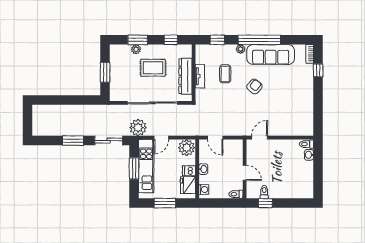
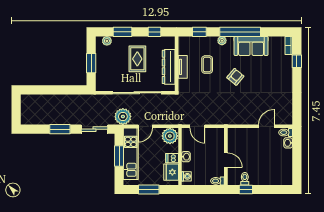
plant: (136, 49) -> (107, 41), moved
sofa: (271, 55) -> (251, 46), width x0.73
rug: (153, 68) -> (137, 59), turned 90
door: (260, 138) -> (266, 126), moved

